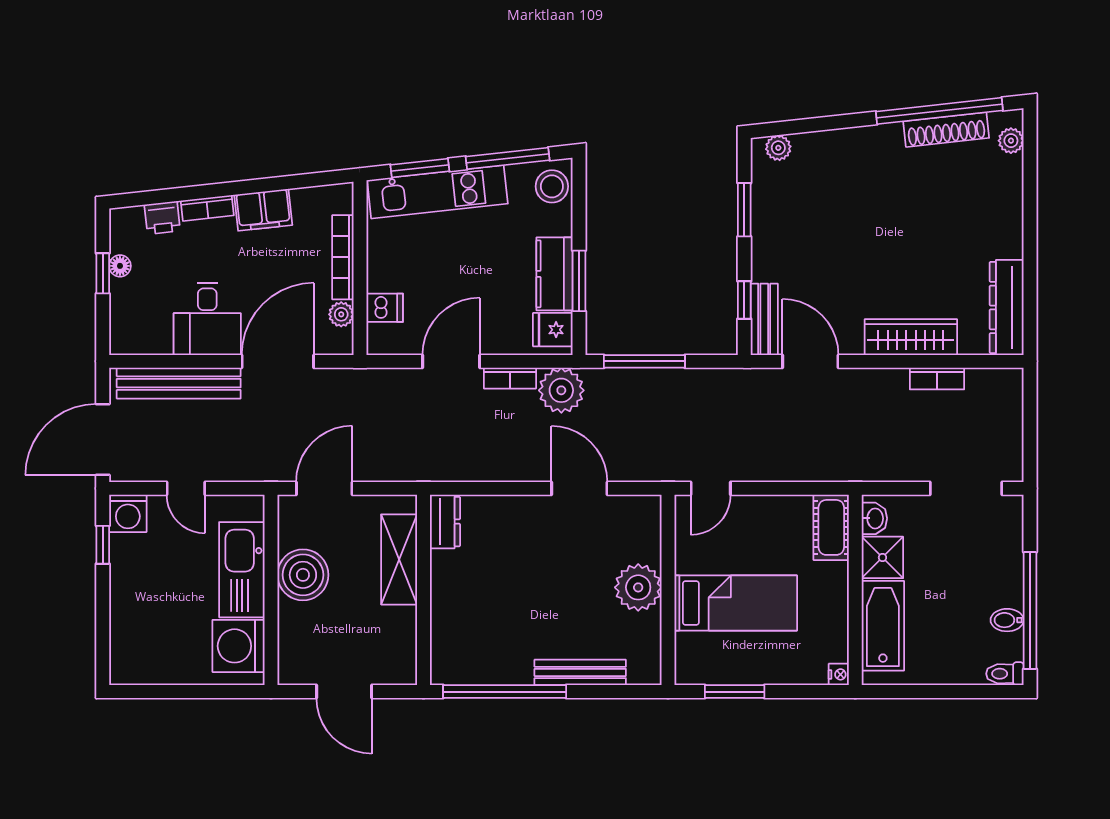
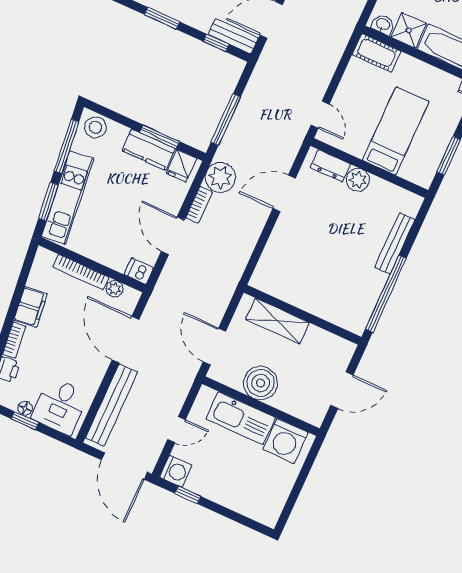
dishwasher: (385, 308) -> (139, 271), moved, turned -90
desk: (207, 319) -> (60, 406), moved, turned 90
dresser: (445, 522) -> (330, 166), moved, turned 180
plant: (638, 587) -> (358, 180), width x0.73, depth x0.73

